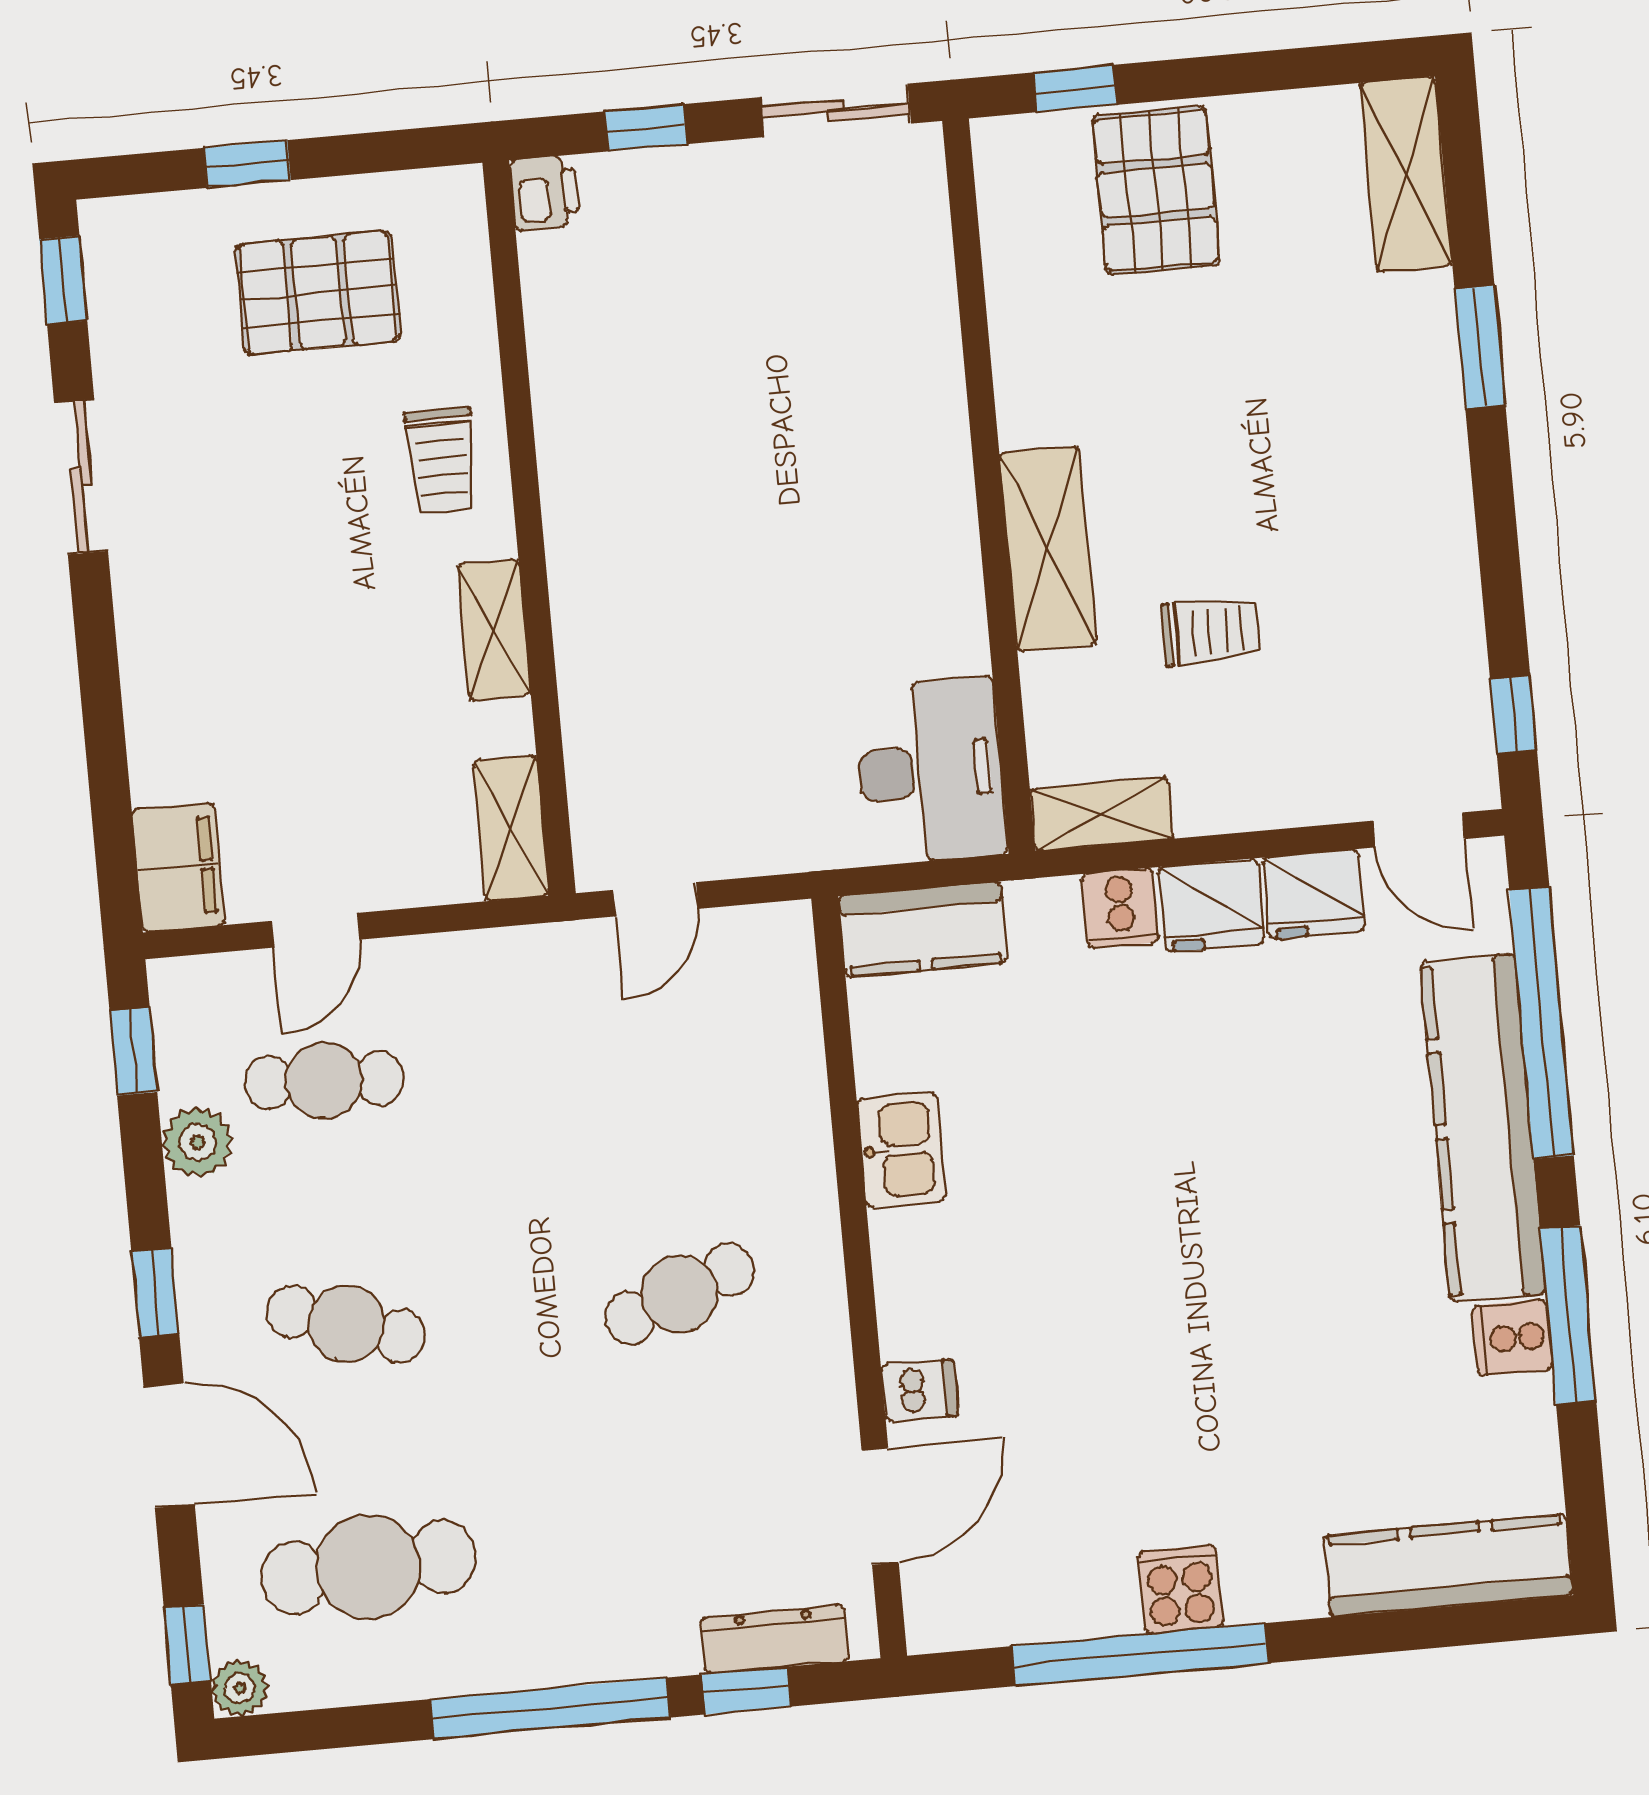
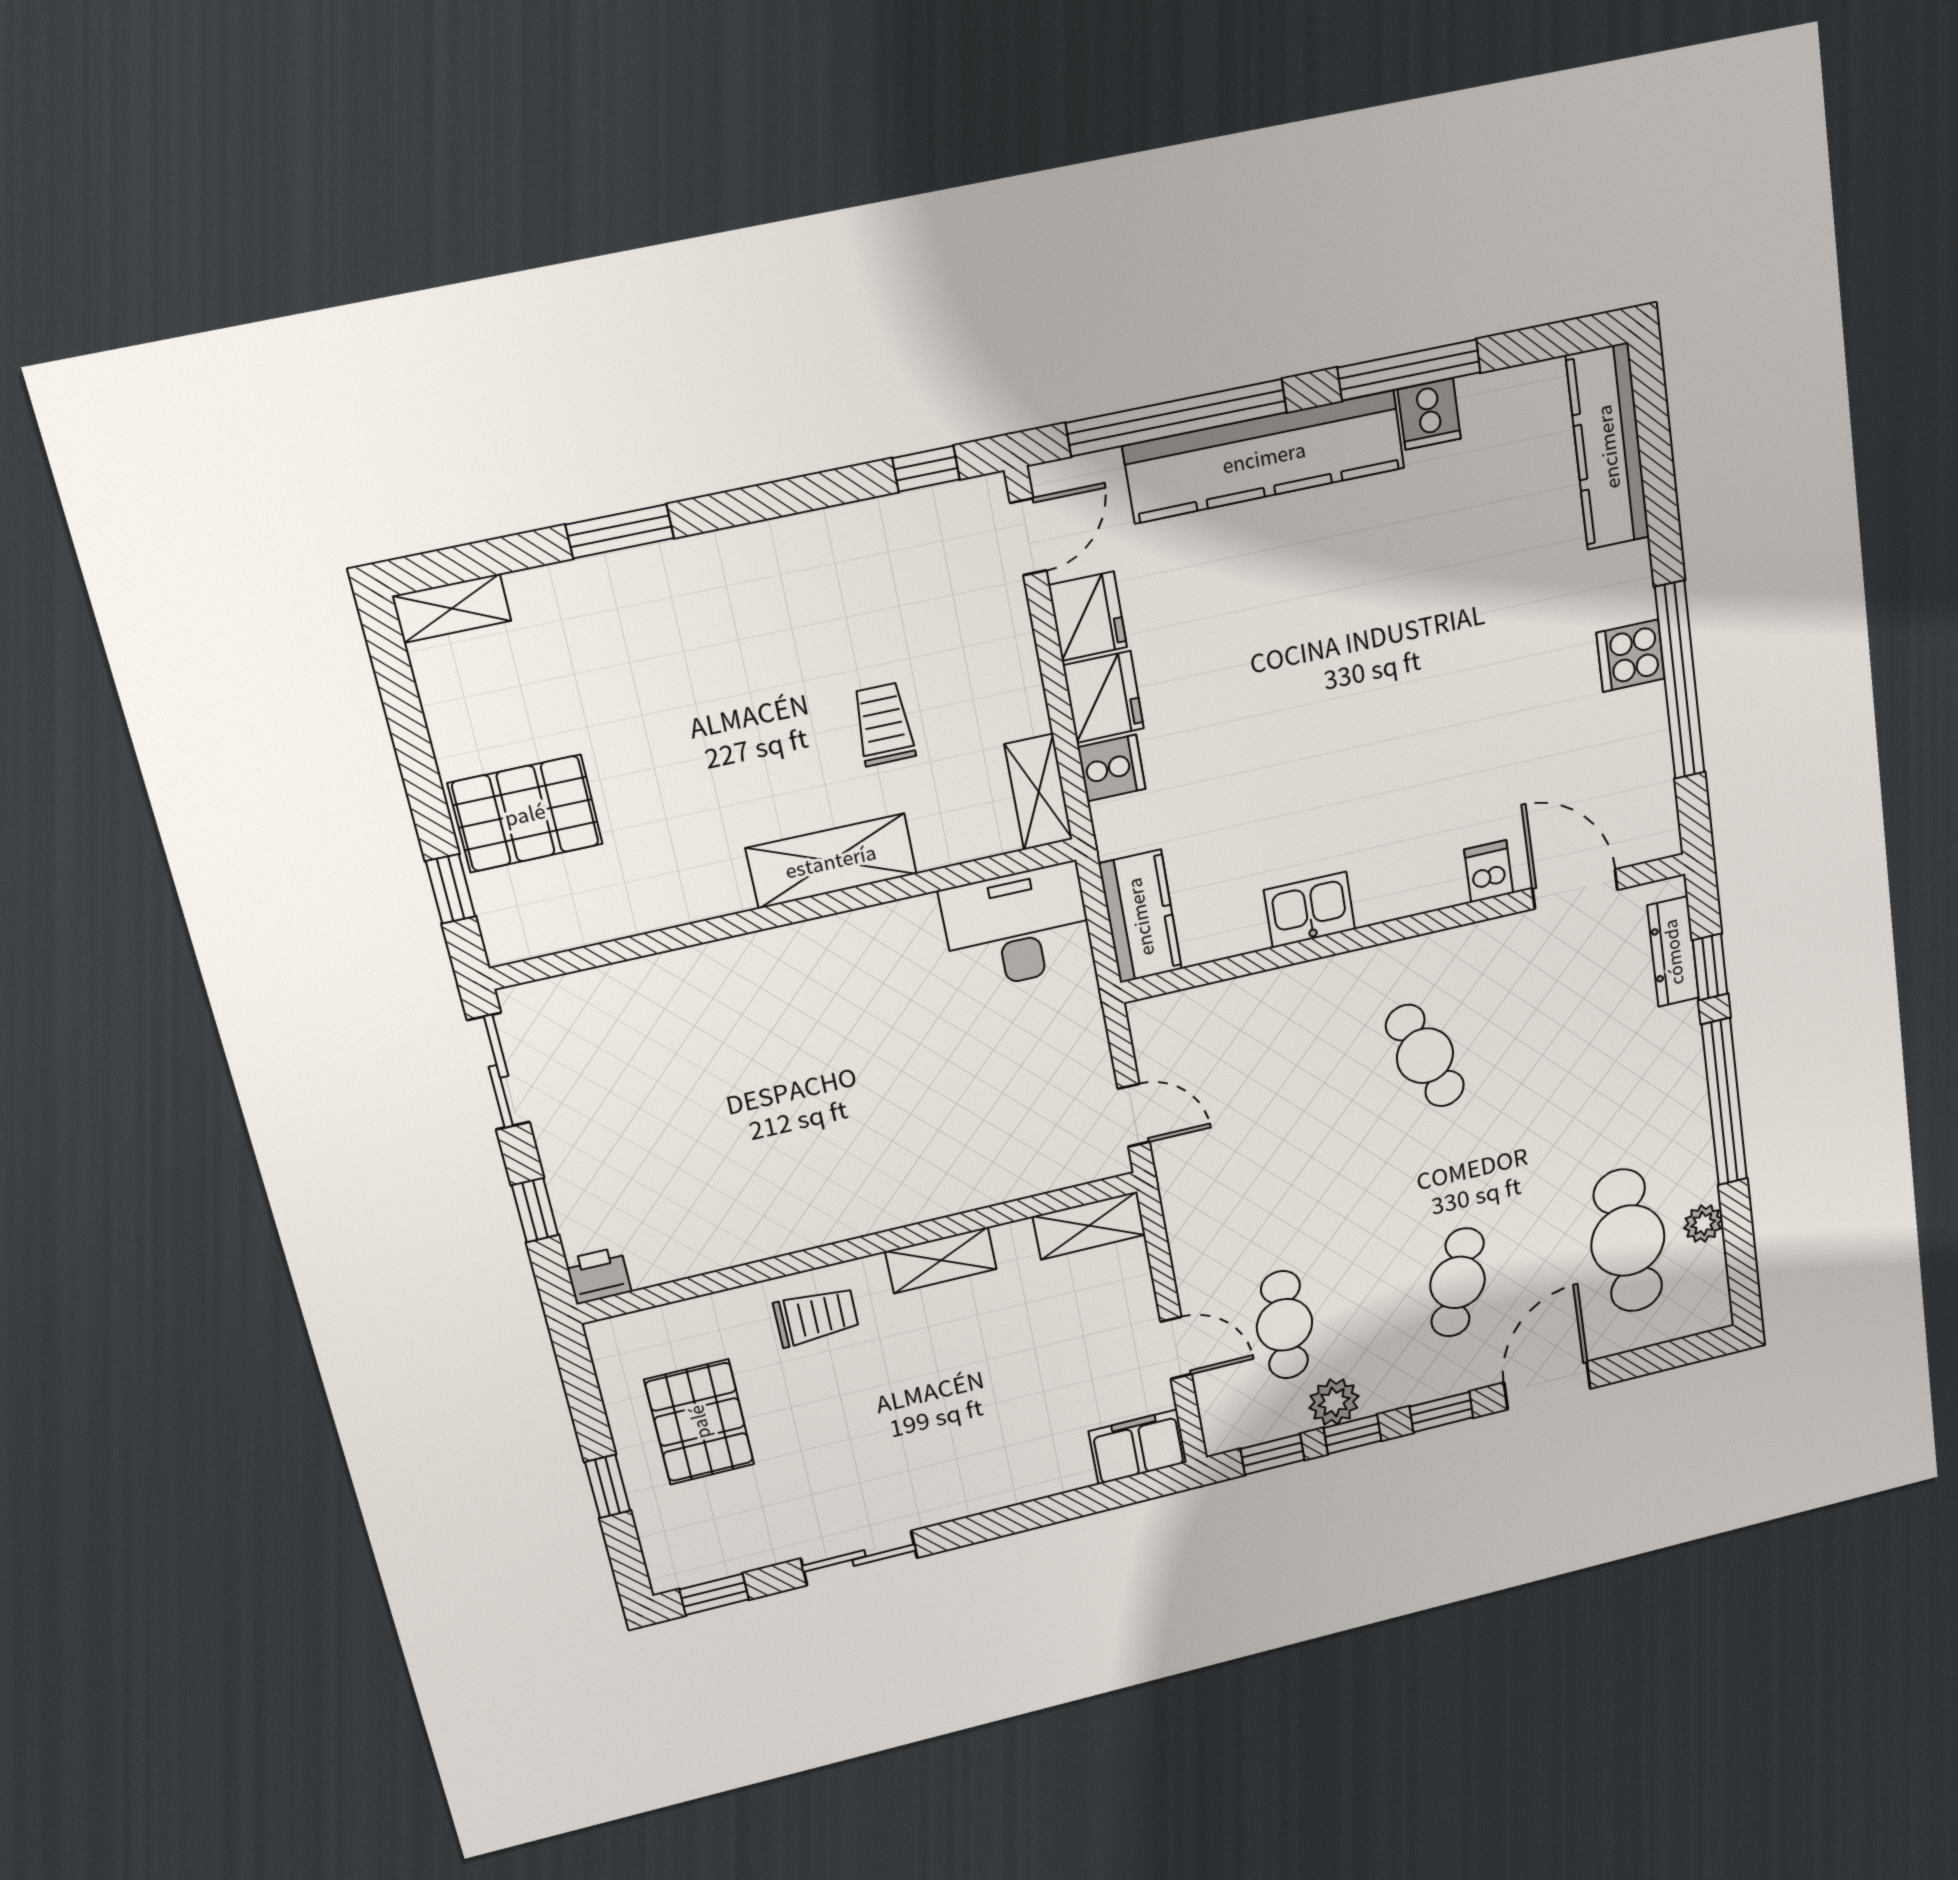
shelving: (1406, 174) -> (452, 608), width x0.67, depth x0.75
window: (187, 1644) -> (1353, 1434), moved
plant: (240, 1688) -> (1703, 1224), moved

